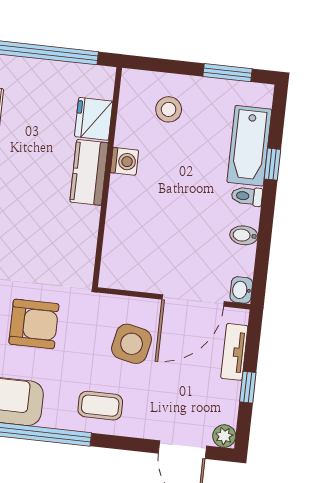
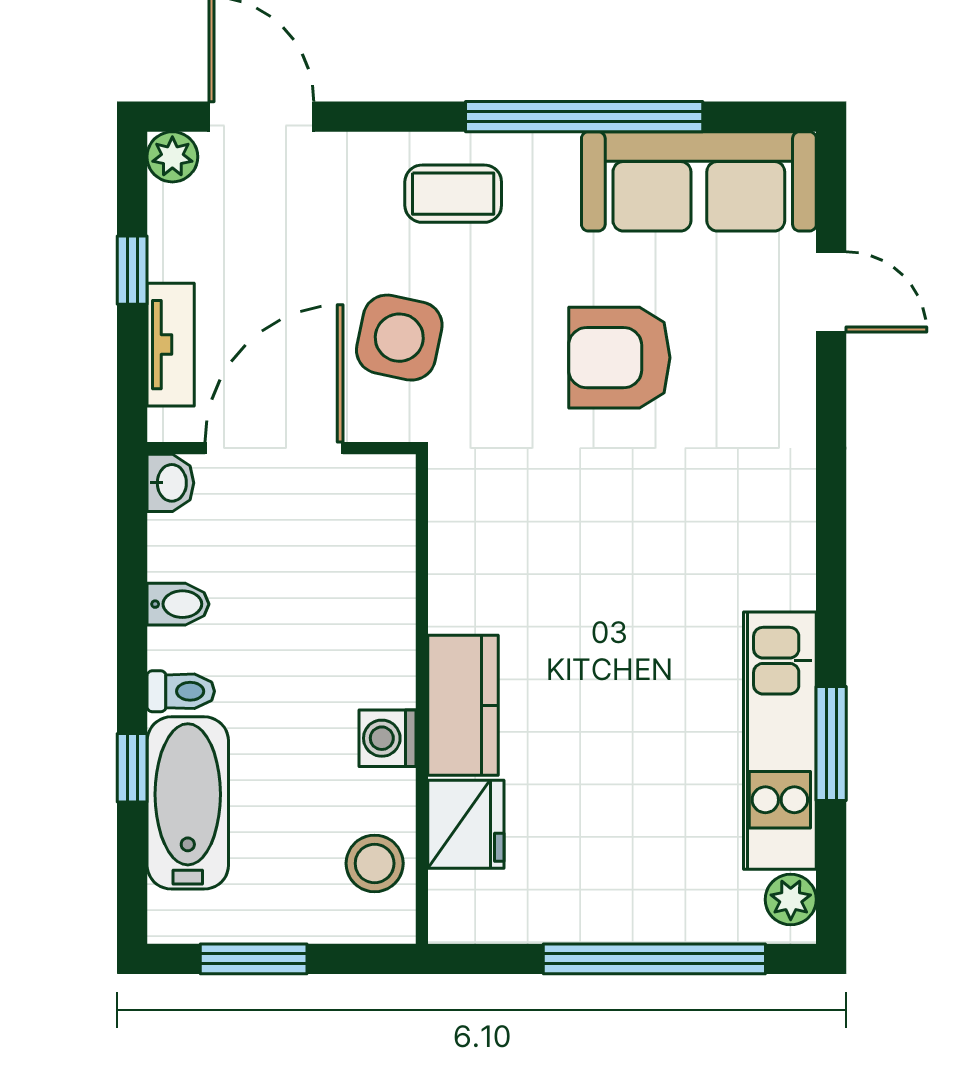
fridge: (94, 119) -> (466, 824), moved
washing machine: (124, 161) -> (387, 738), moved
kitchen counter: (89, 172) -> (463, 705), moved
wall: (107, 177) -> (422, 699), moved

